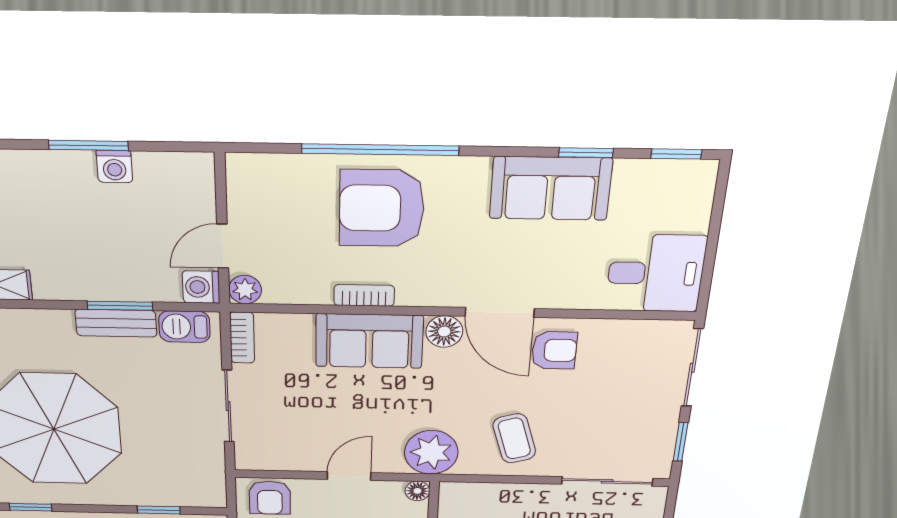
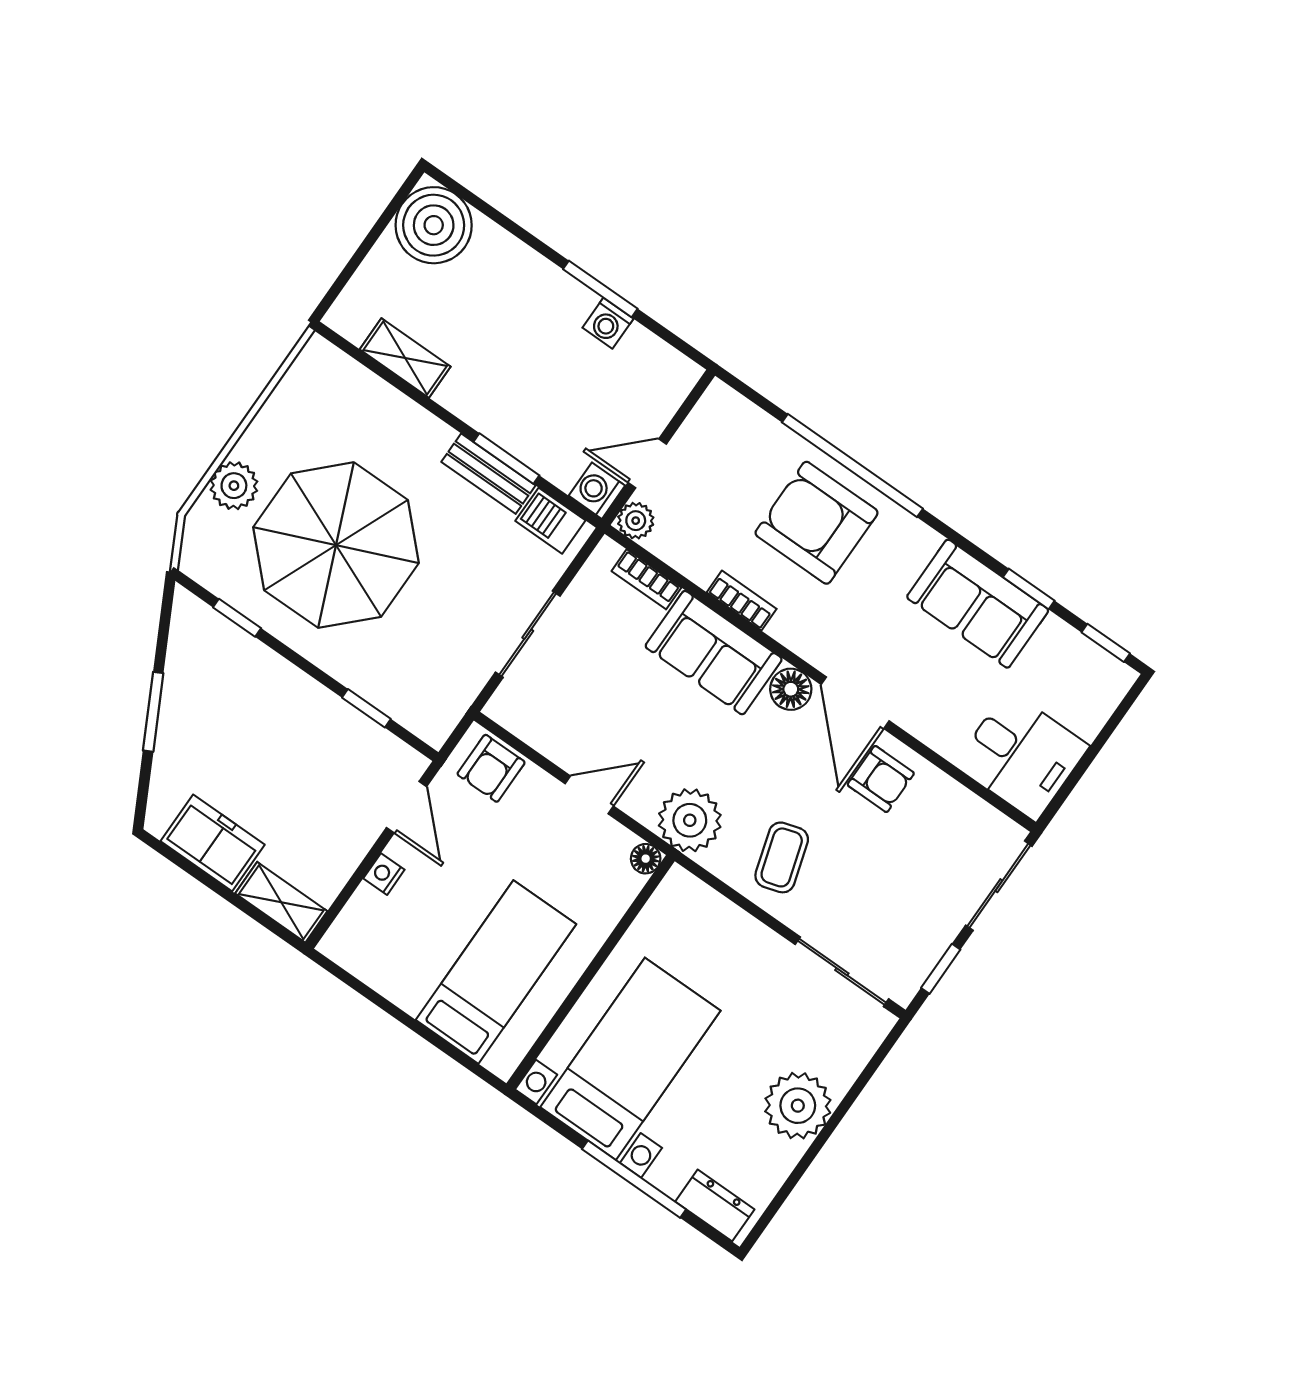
bookcase: (242, 338) -> (646, 579), moved, turned 90

